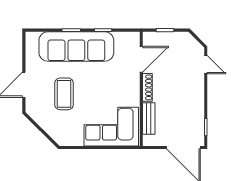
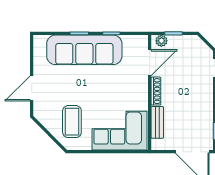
plant: (153, 38) -> (161, 41), added
coffee table: (64, 94) -> (72, 122), moved

